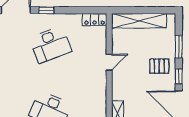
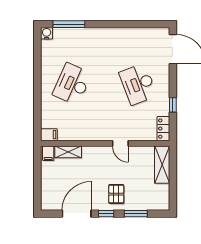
window: (46, 10) -> (173, 105), moved
shelving: (139, 21) -> (162, 165), width x0.68

